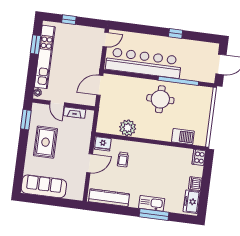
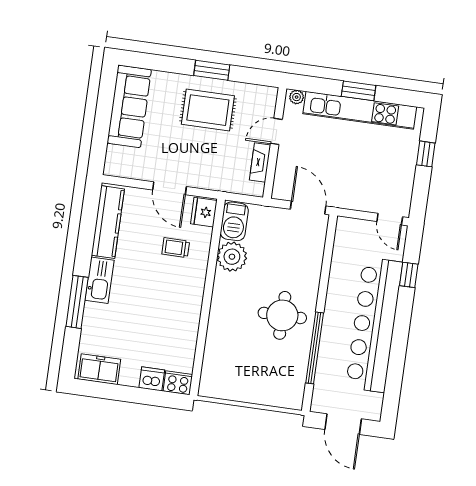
window: (176, 34) -> (409, 275), moved
window: (36, 45) -> (359, 91), moved
bar counter: (144, 63) -> (374, 325), moved, turned 180
window: (26, 120) -> (212, 70), moved
barbecue: (183, 136) -> (234, 221), moved
dishwasher: (195, 184) -> (152, 379), moved
kitchen sink: (152, 203) -> (99, 280), moved

